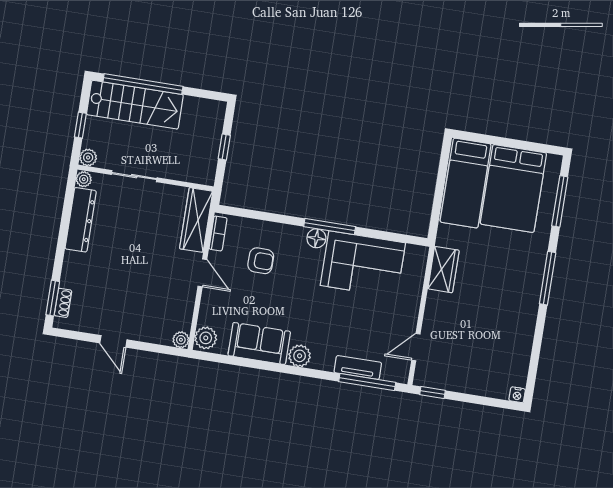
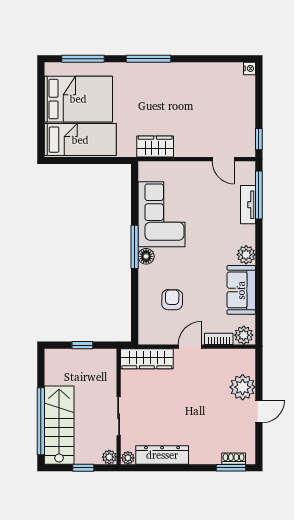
bookcase: (218, 233) -> (219, 339), moved
plant: (181, 340) -> (243, 387), moved, width x1.88, depth x1.88

